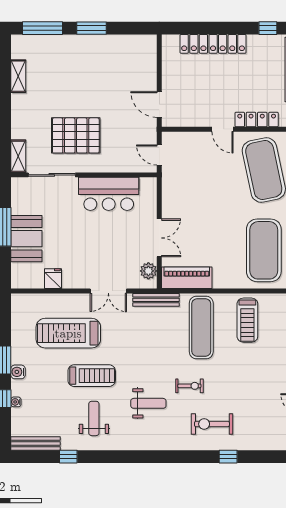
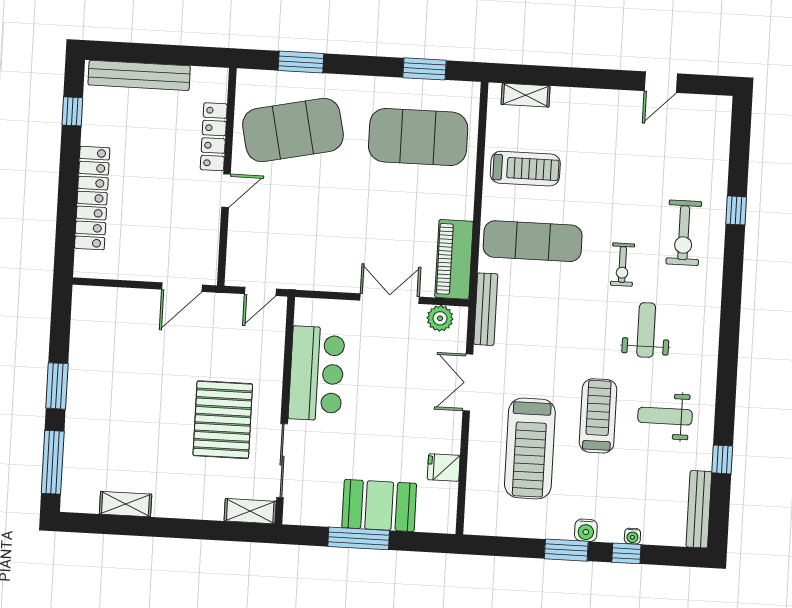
double door: (108, 291) -> (468, 382), swing flipped
exercise bike: (189, 386) -> (623, 265), turned 180

